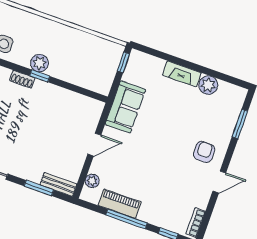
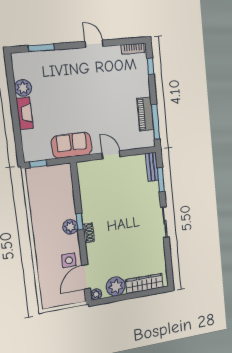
armchair: (204, 152) -> (77, 67), removed
plant: (92, 181) -> (138, 143), removed
window: (127, 219) -> (156, 122), moved

